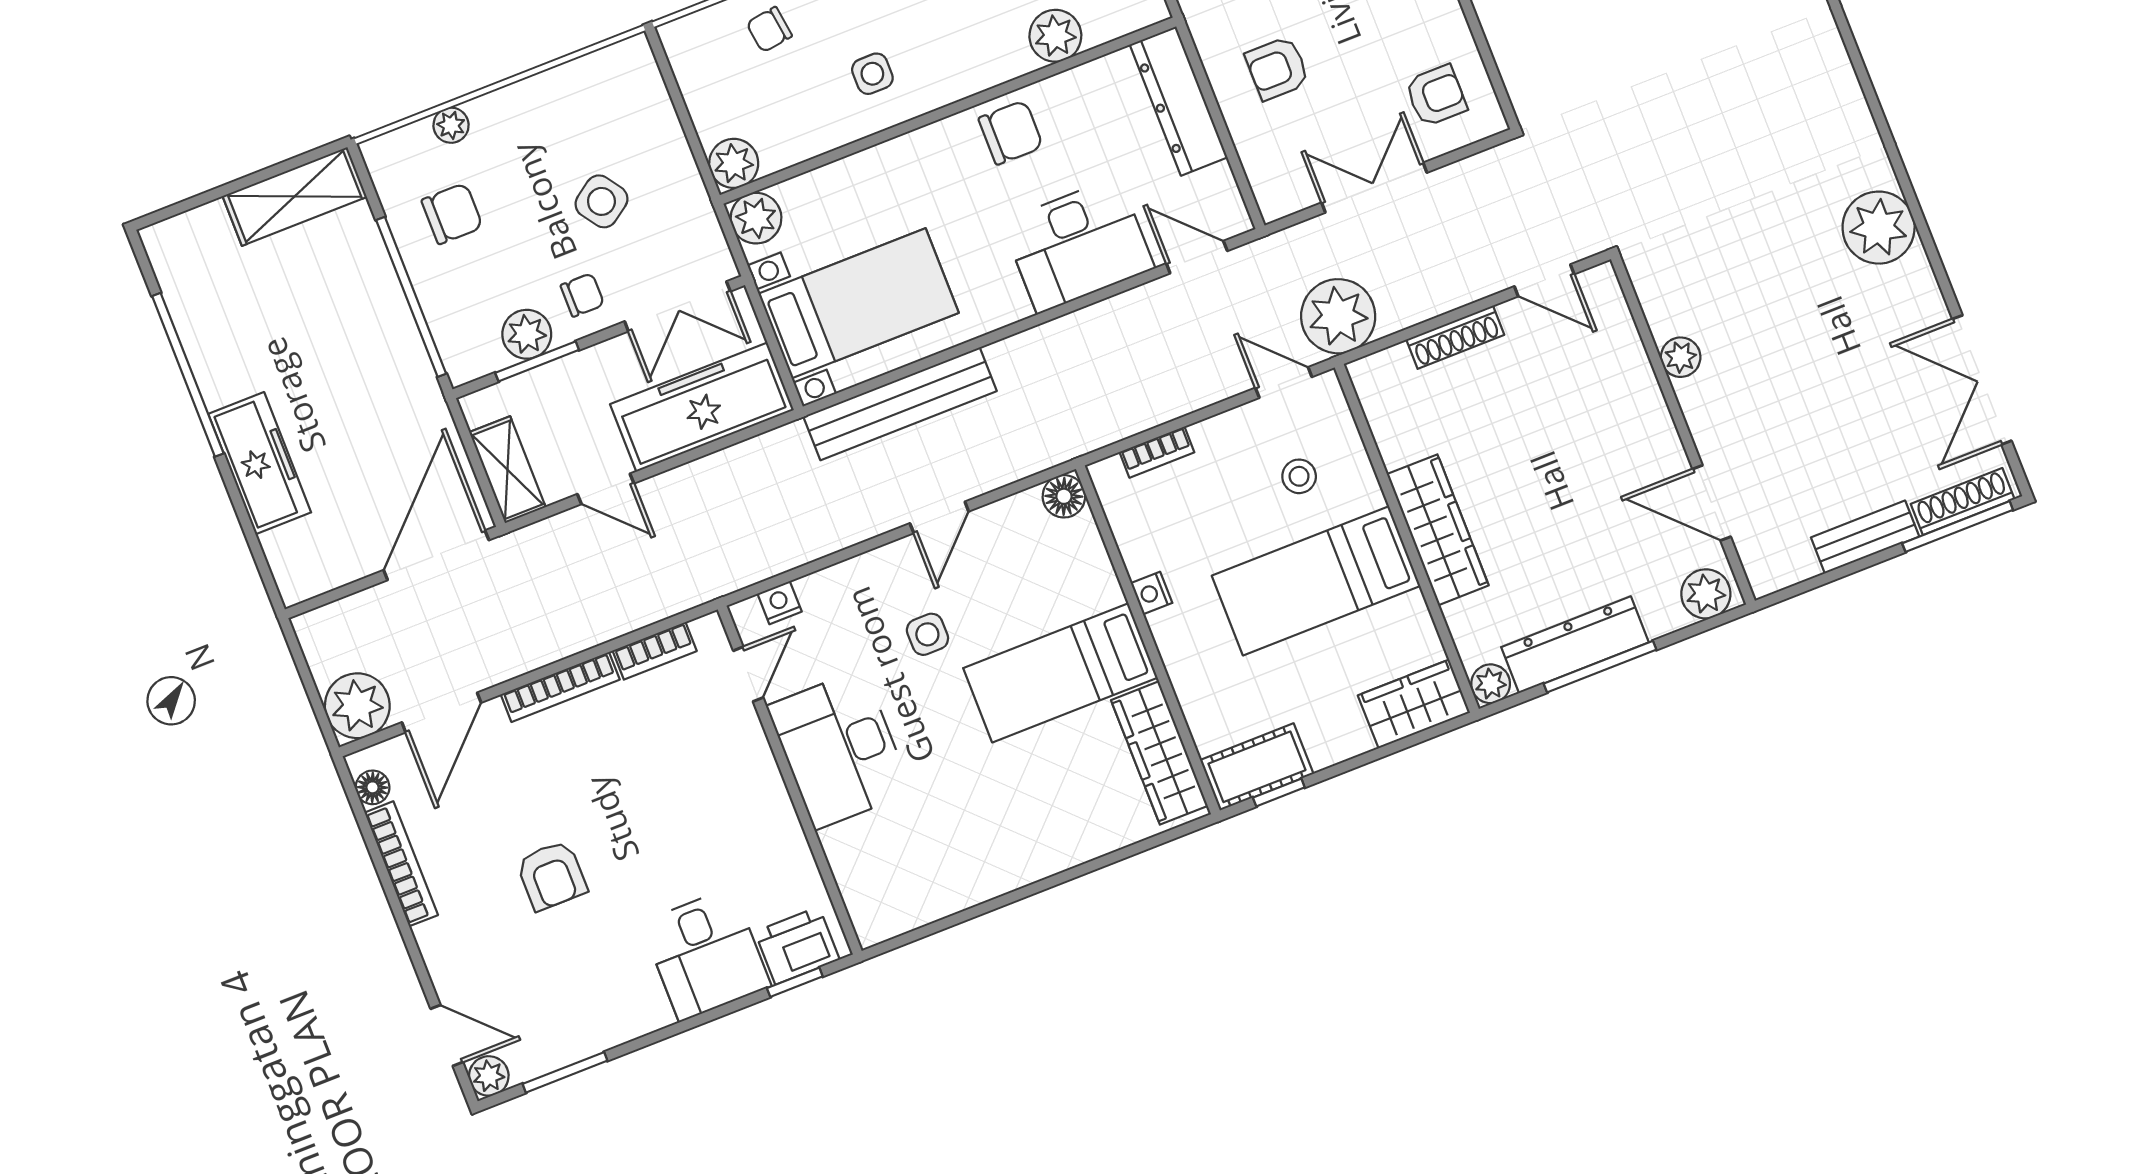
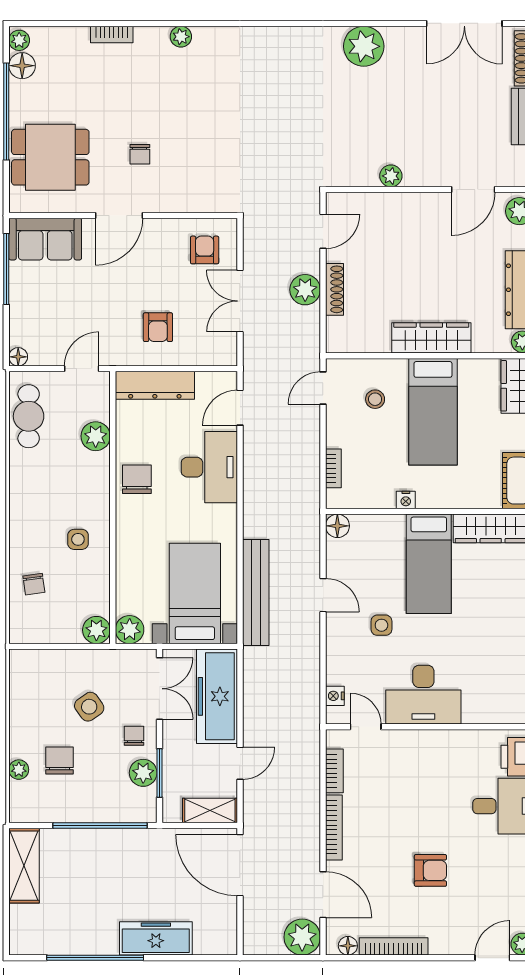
chair: (452, 214) -> (59, 760), moved
plant: (1338, 316) -> (305, 290), moved, width x0.73, depth x0.73

